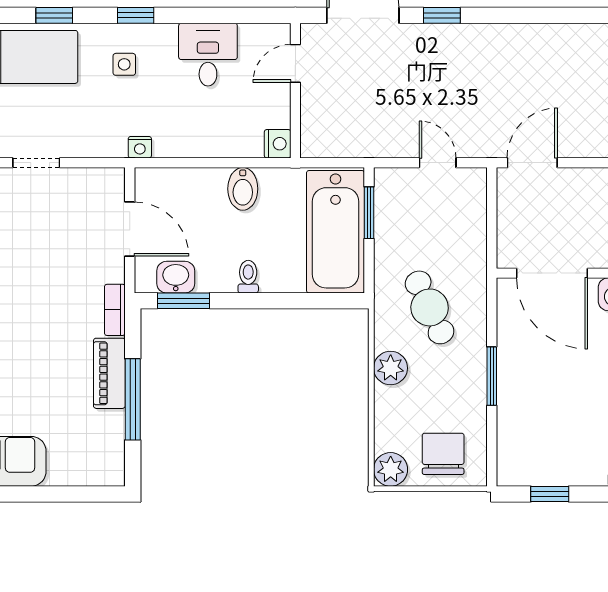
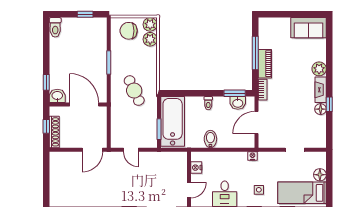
nightstand: (278, 144) -> (196, 168), moved
door: (130, 229) -> (257, 123), hinge flipped
plant: (391, 368) -> (150, 39), moved
chair: (443, 454) -> (129, 31), turned 90

